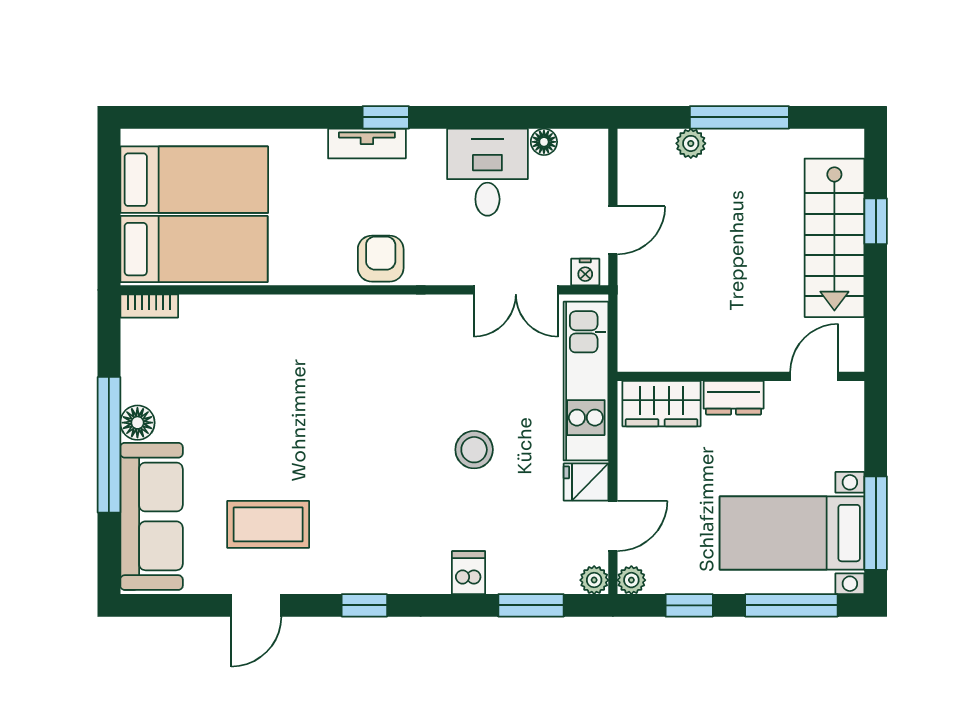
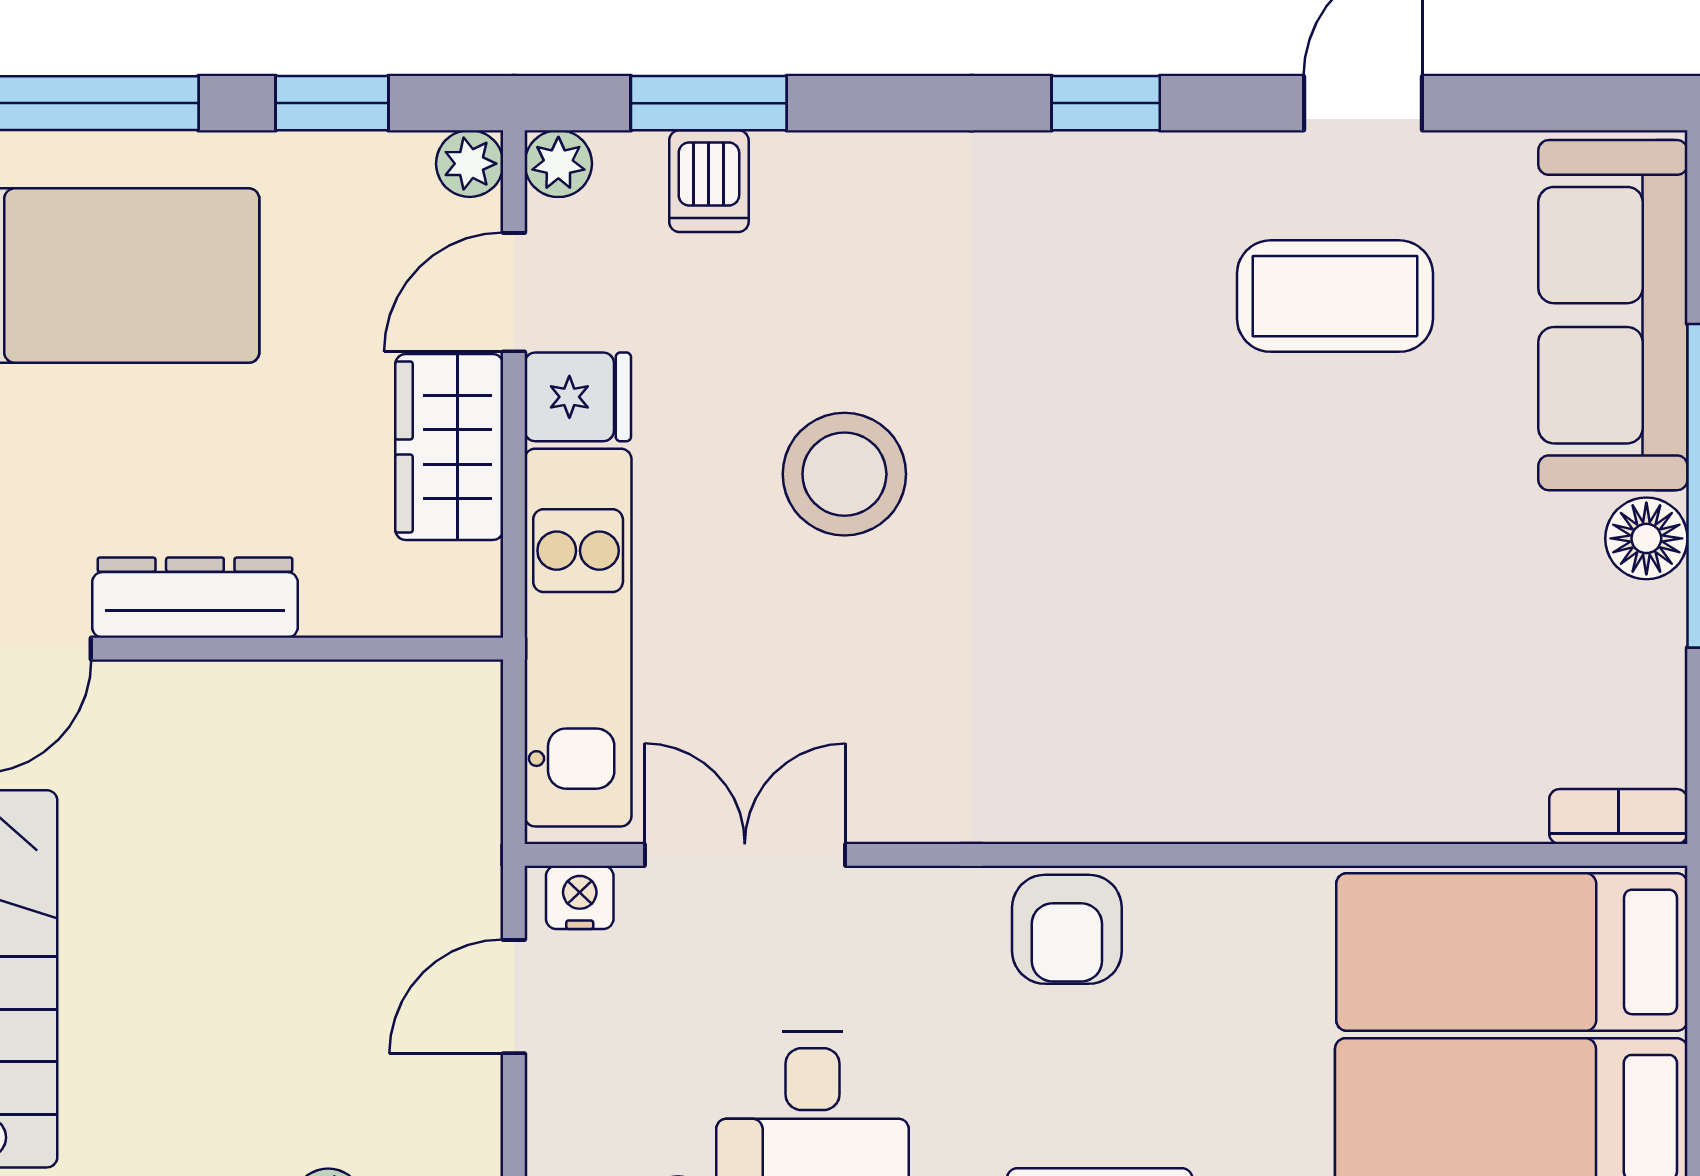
dresser: (734, 398) -> (195, 598), width x1.44
wardrobe: (661, 404) -> (449, 447), moved, turned -90
stool: (474, 450) -> (844, 474), width x1.38, depth x1.38
dishwasher: (469, 573) -> (709, 181), moved

